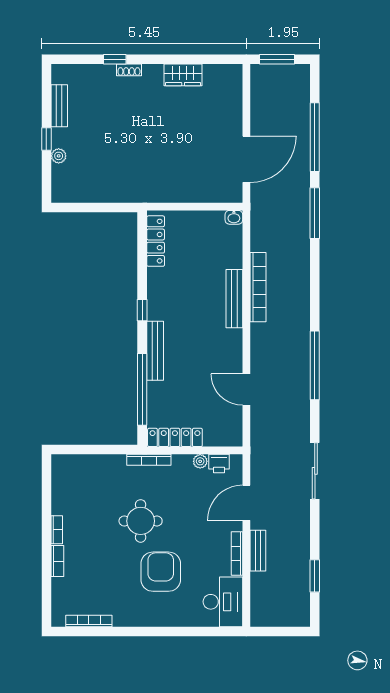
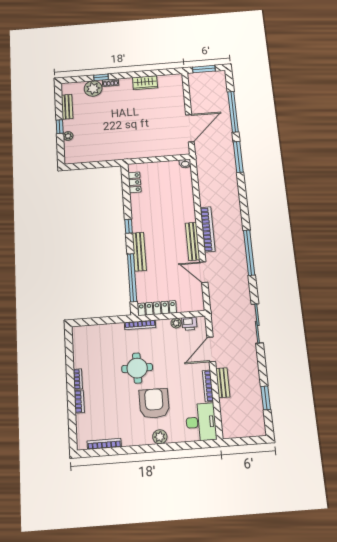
plant: (101, 78) -> (93, 88), added
locker: (156, 241) -> (135, 182), width x0.66
bookcase: (258, 287) -> (208, 229), moved
bench: (234, 299) -> (193, 241), moved
plant: (165, 617) -> (160, 437), added

